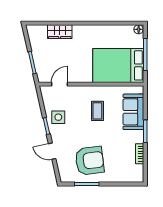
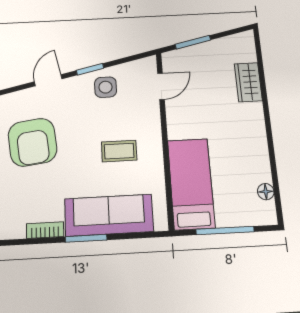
floor lamp: (139, 29) -> (266, 192), moved
bed: (118, 65) -> (191, 184), width x0.67
door: (59, 84) -> (161, 86), hinge flipped
sofa: (133, 112) -> (109, 215), width x1.36

